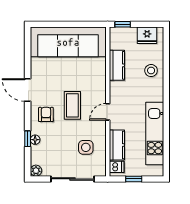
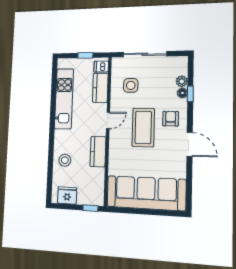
kitchen counter: (117, 65) -> (98, 152), moved
coffee table: (72, 105) -> (143, 127), width x1.36, depth x1.32
armchair: (46, 114) -> (171, 119), turned 180
plant: (36, 171) -> (182, 81), moved

